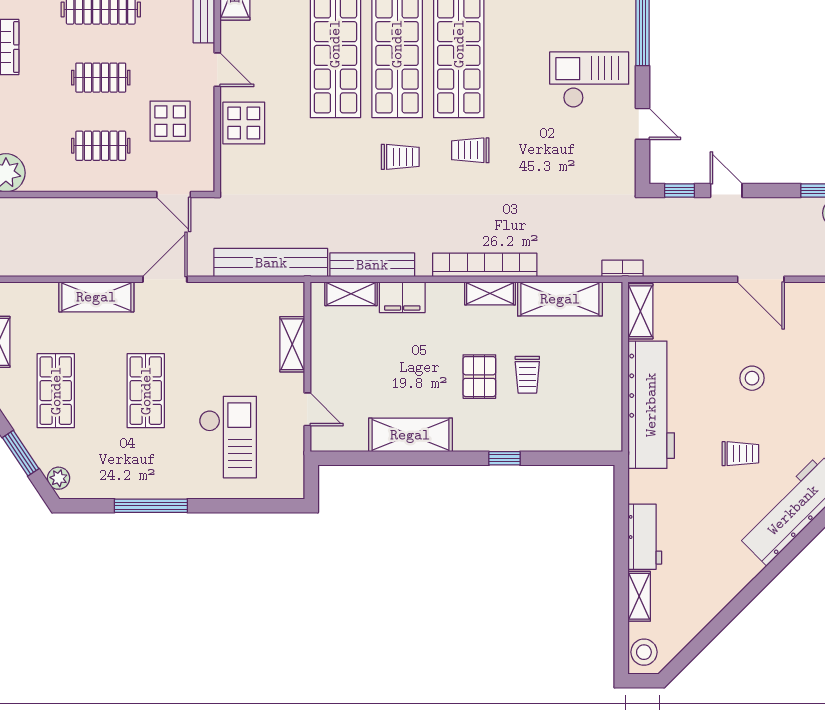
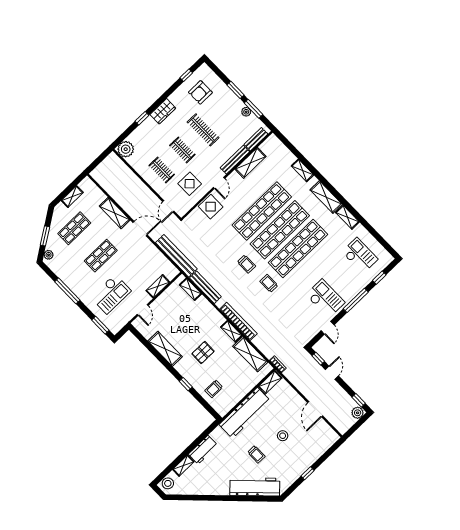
filing cabinet: (402, 297) -> (204, 306), removed
trolley: (527, 375) -> (214, 389), moved
window: (264, 506) -> (100, 325), added

